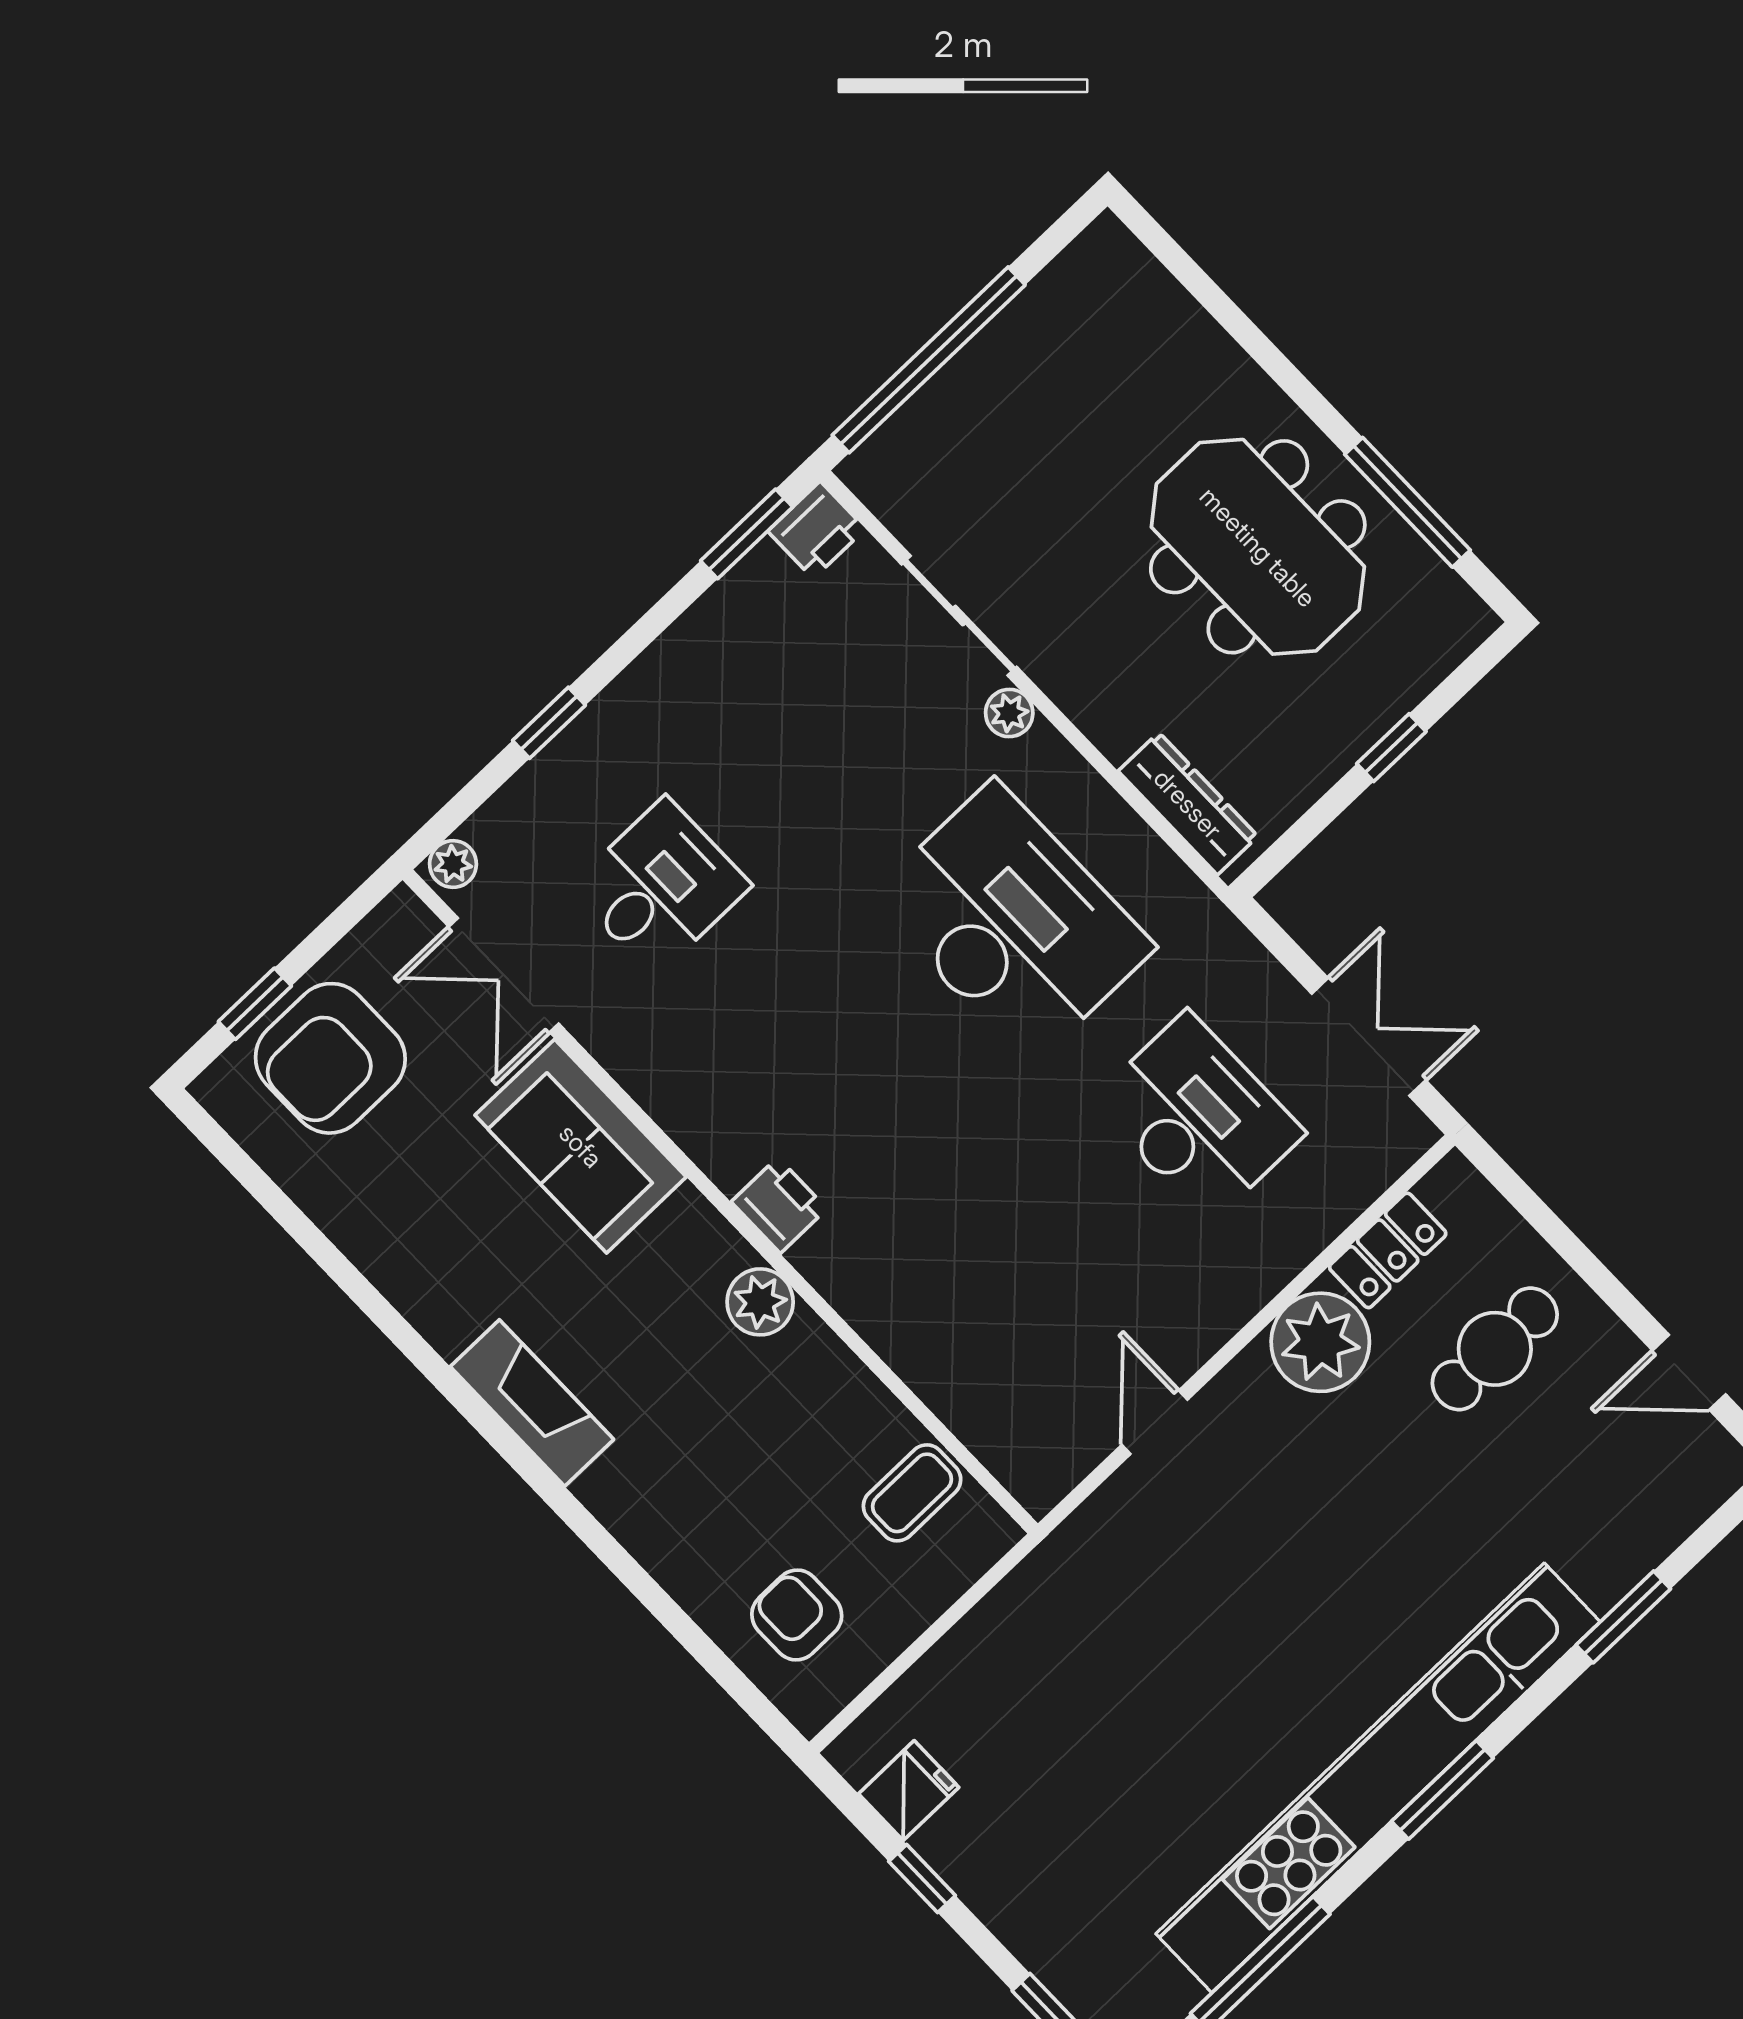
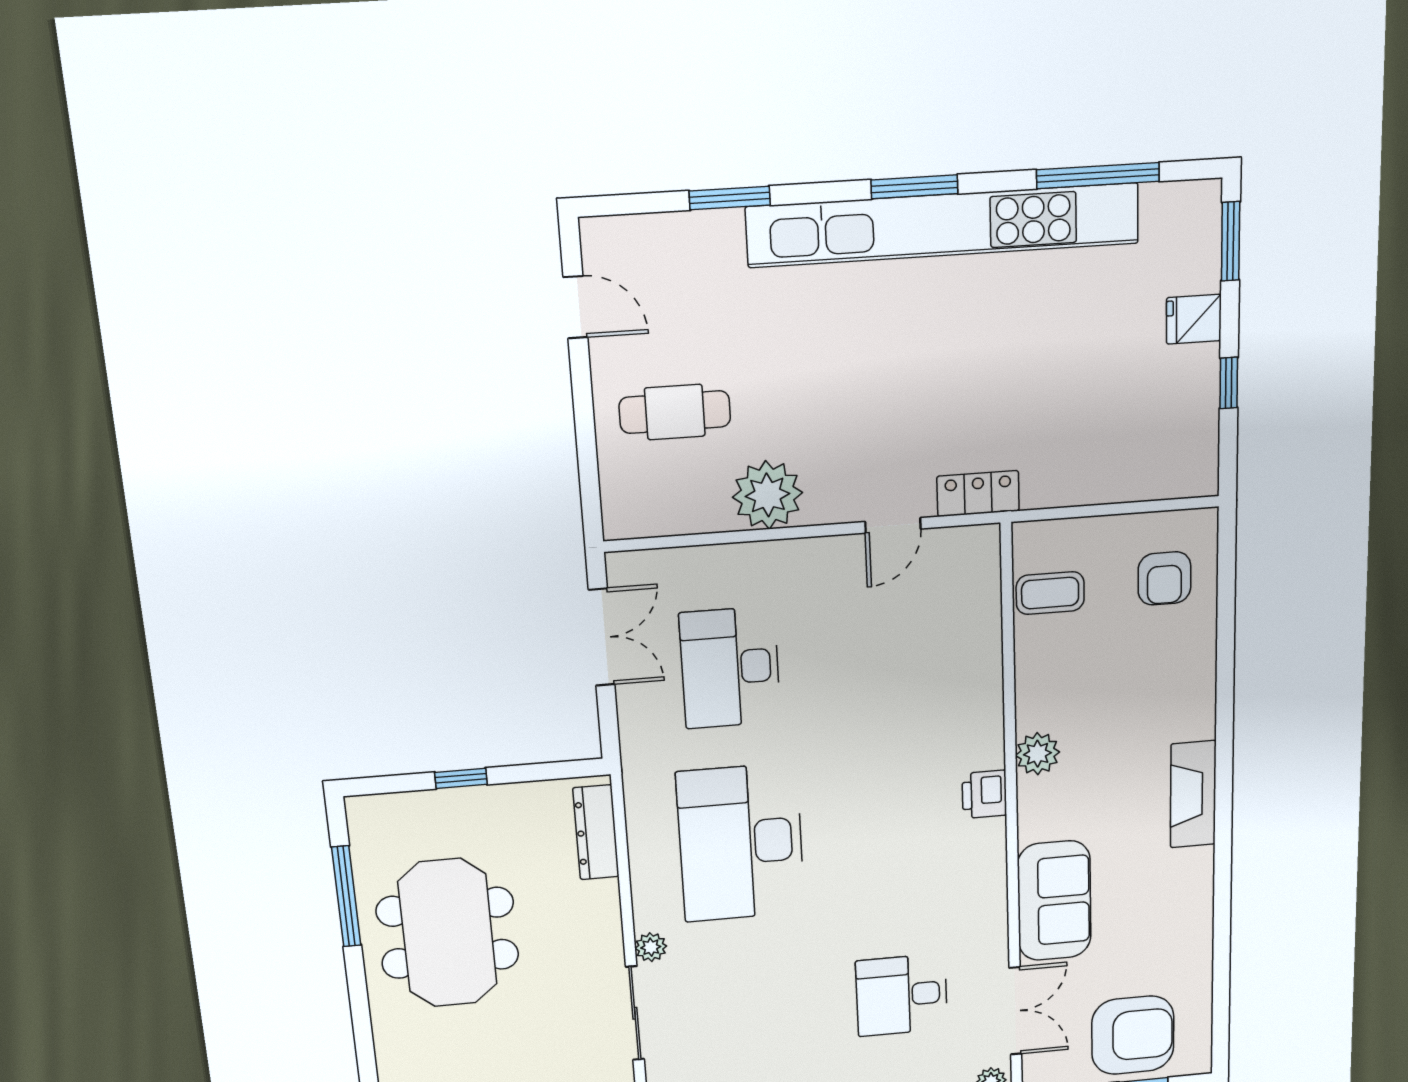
double door: (1369, 1037) -> (602, 637), swing flipped
locker: (1388, 1250) -> (978, 494), moved
fridge: (909, 1791) -> (1194, 319), moved

